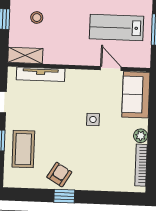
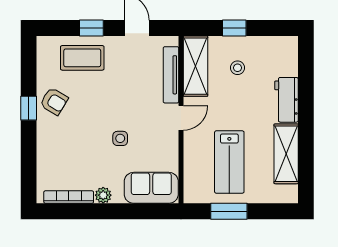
lab bench: (117, 28) -> (229, 162), turned 180
shelving: (25, 55) -> (195, 66), width x1.50, depth x1.33
door: (111, 68) -> (181, 118), moved

